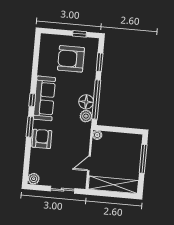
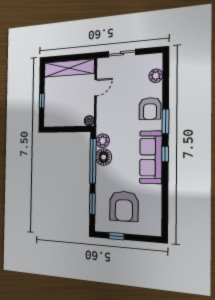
armchair: (71, 59) -> (124, 206), turned 90
window: (143, 159) -> (42, 101), width x0.46
plant: (34, 179) -> (156, 76), moved

